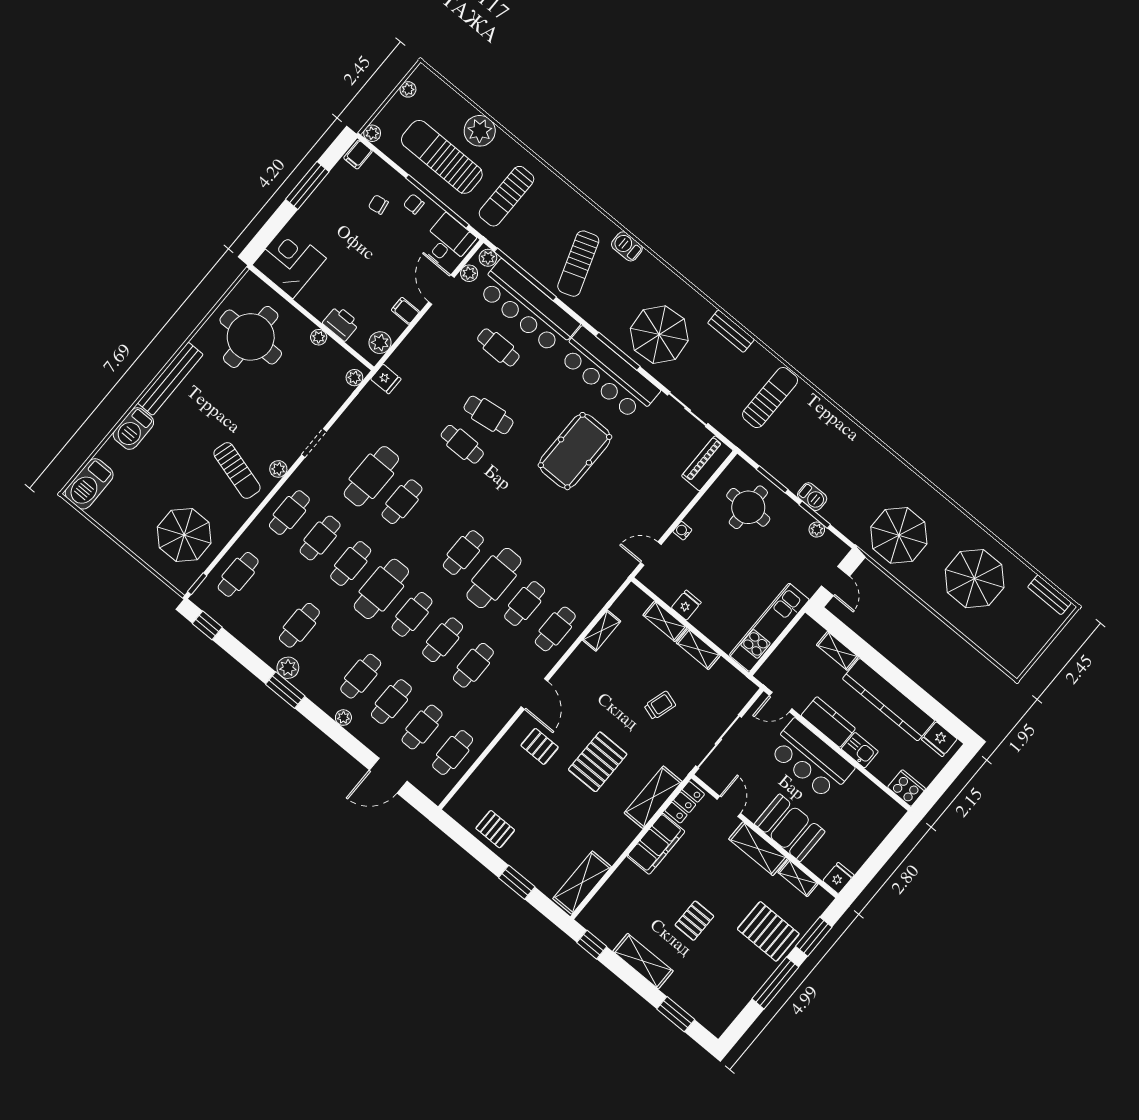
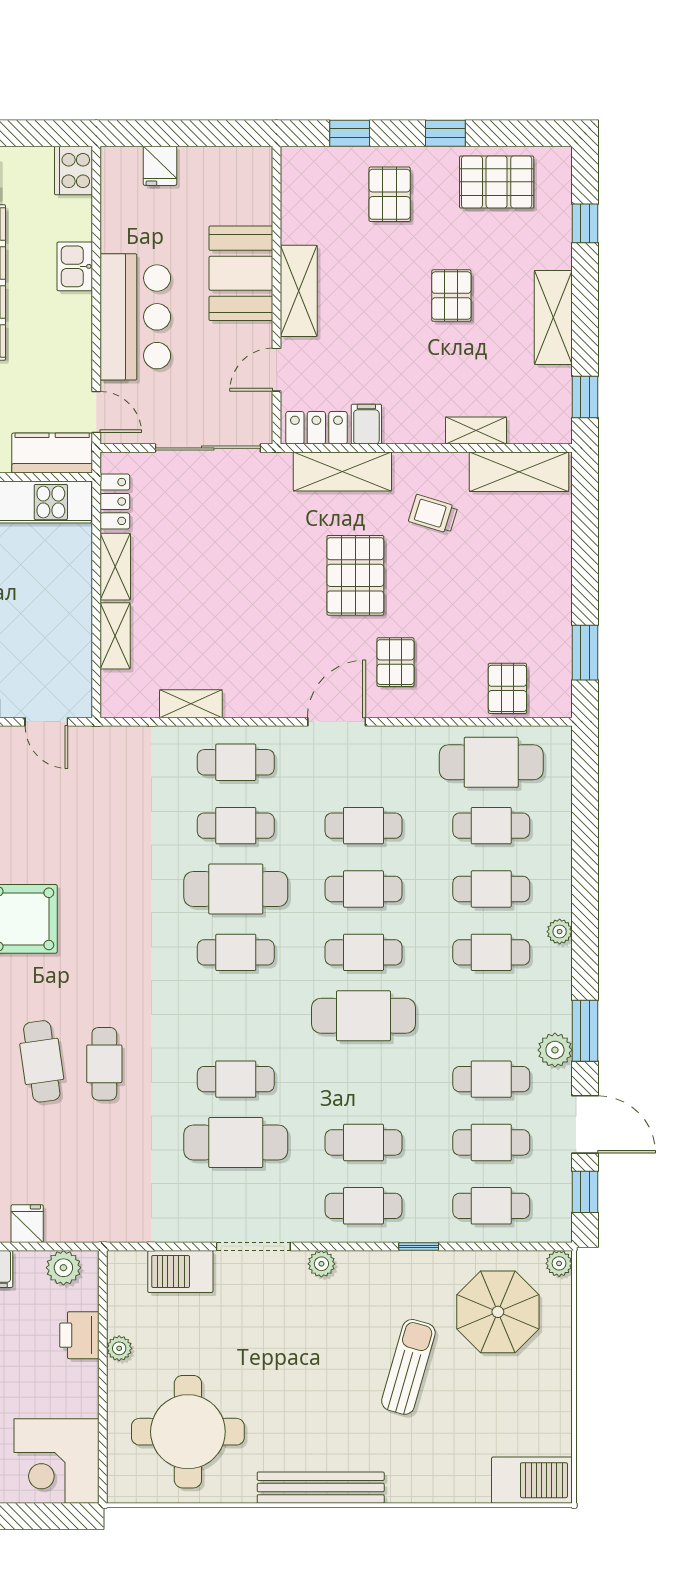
plant: (354, 378) -> (559, 1263), moved
fridge: (386, 379) -> (27, 1224), moved
barbecue: (133, 429) -> (180, 1271), moved, turned 180
doorway: (314, 443) -> (253, 1246), width x1.38
sun lounger: (237, 471) -> (408, 1367), moved
cafe table: (351, 563) -> (491, 1142), moved
window: (197, 584) -> (419, 1246), moved
fridge: (686, 605) -> (74, 626), removed
locker: (730, 675) -> (115, 501), added
trolley: (660, 705) -> (433, 514), moved
kitchen counter: (828, 722) -> (52, 453), moved, turned 90
cafe table: (453, 752) -> (491, 762), width x1.37, depth x1.35
pallet: (598, 762) -> (355, 575), turned 90
door: (388, 776) -> (585, 1124), moved
pallet: (495, 829) -> (507, 688), moved
filing cabinet: (656, 844) -> (366, 424), width x0.33, depth x0.86
shelving: (798, 878) -> (476, 430), moved, turned 90
fridge: (838, 878) -> (160, 166), moved, turned -90
window: (517, 882) -> (585, 653), moved
pallet: (694, 921) -> (451, 296), turned 90
pallet: (768, 931) -> (390, 194), width x0.67, depth x0.71
window: (814, 937) -> (350, 133), width x0.67
window: (775, 983) -> (445, 133), width x0.46
pallet: (731, 988) -> (497, 182), added
window: (676, 1014) -> (585, 223), width x0.67

